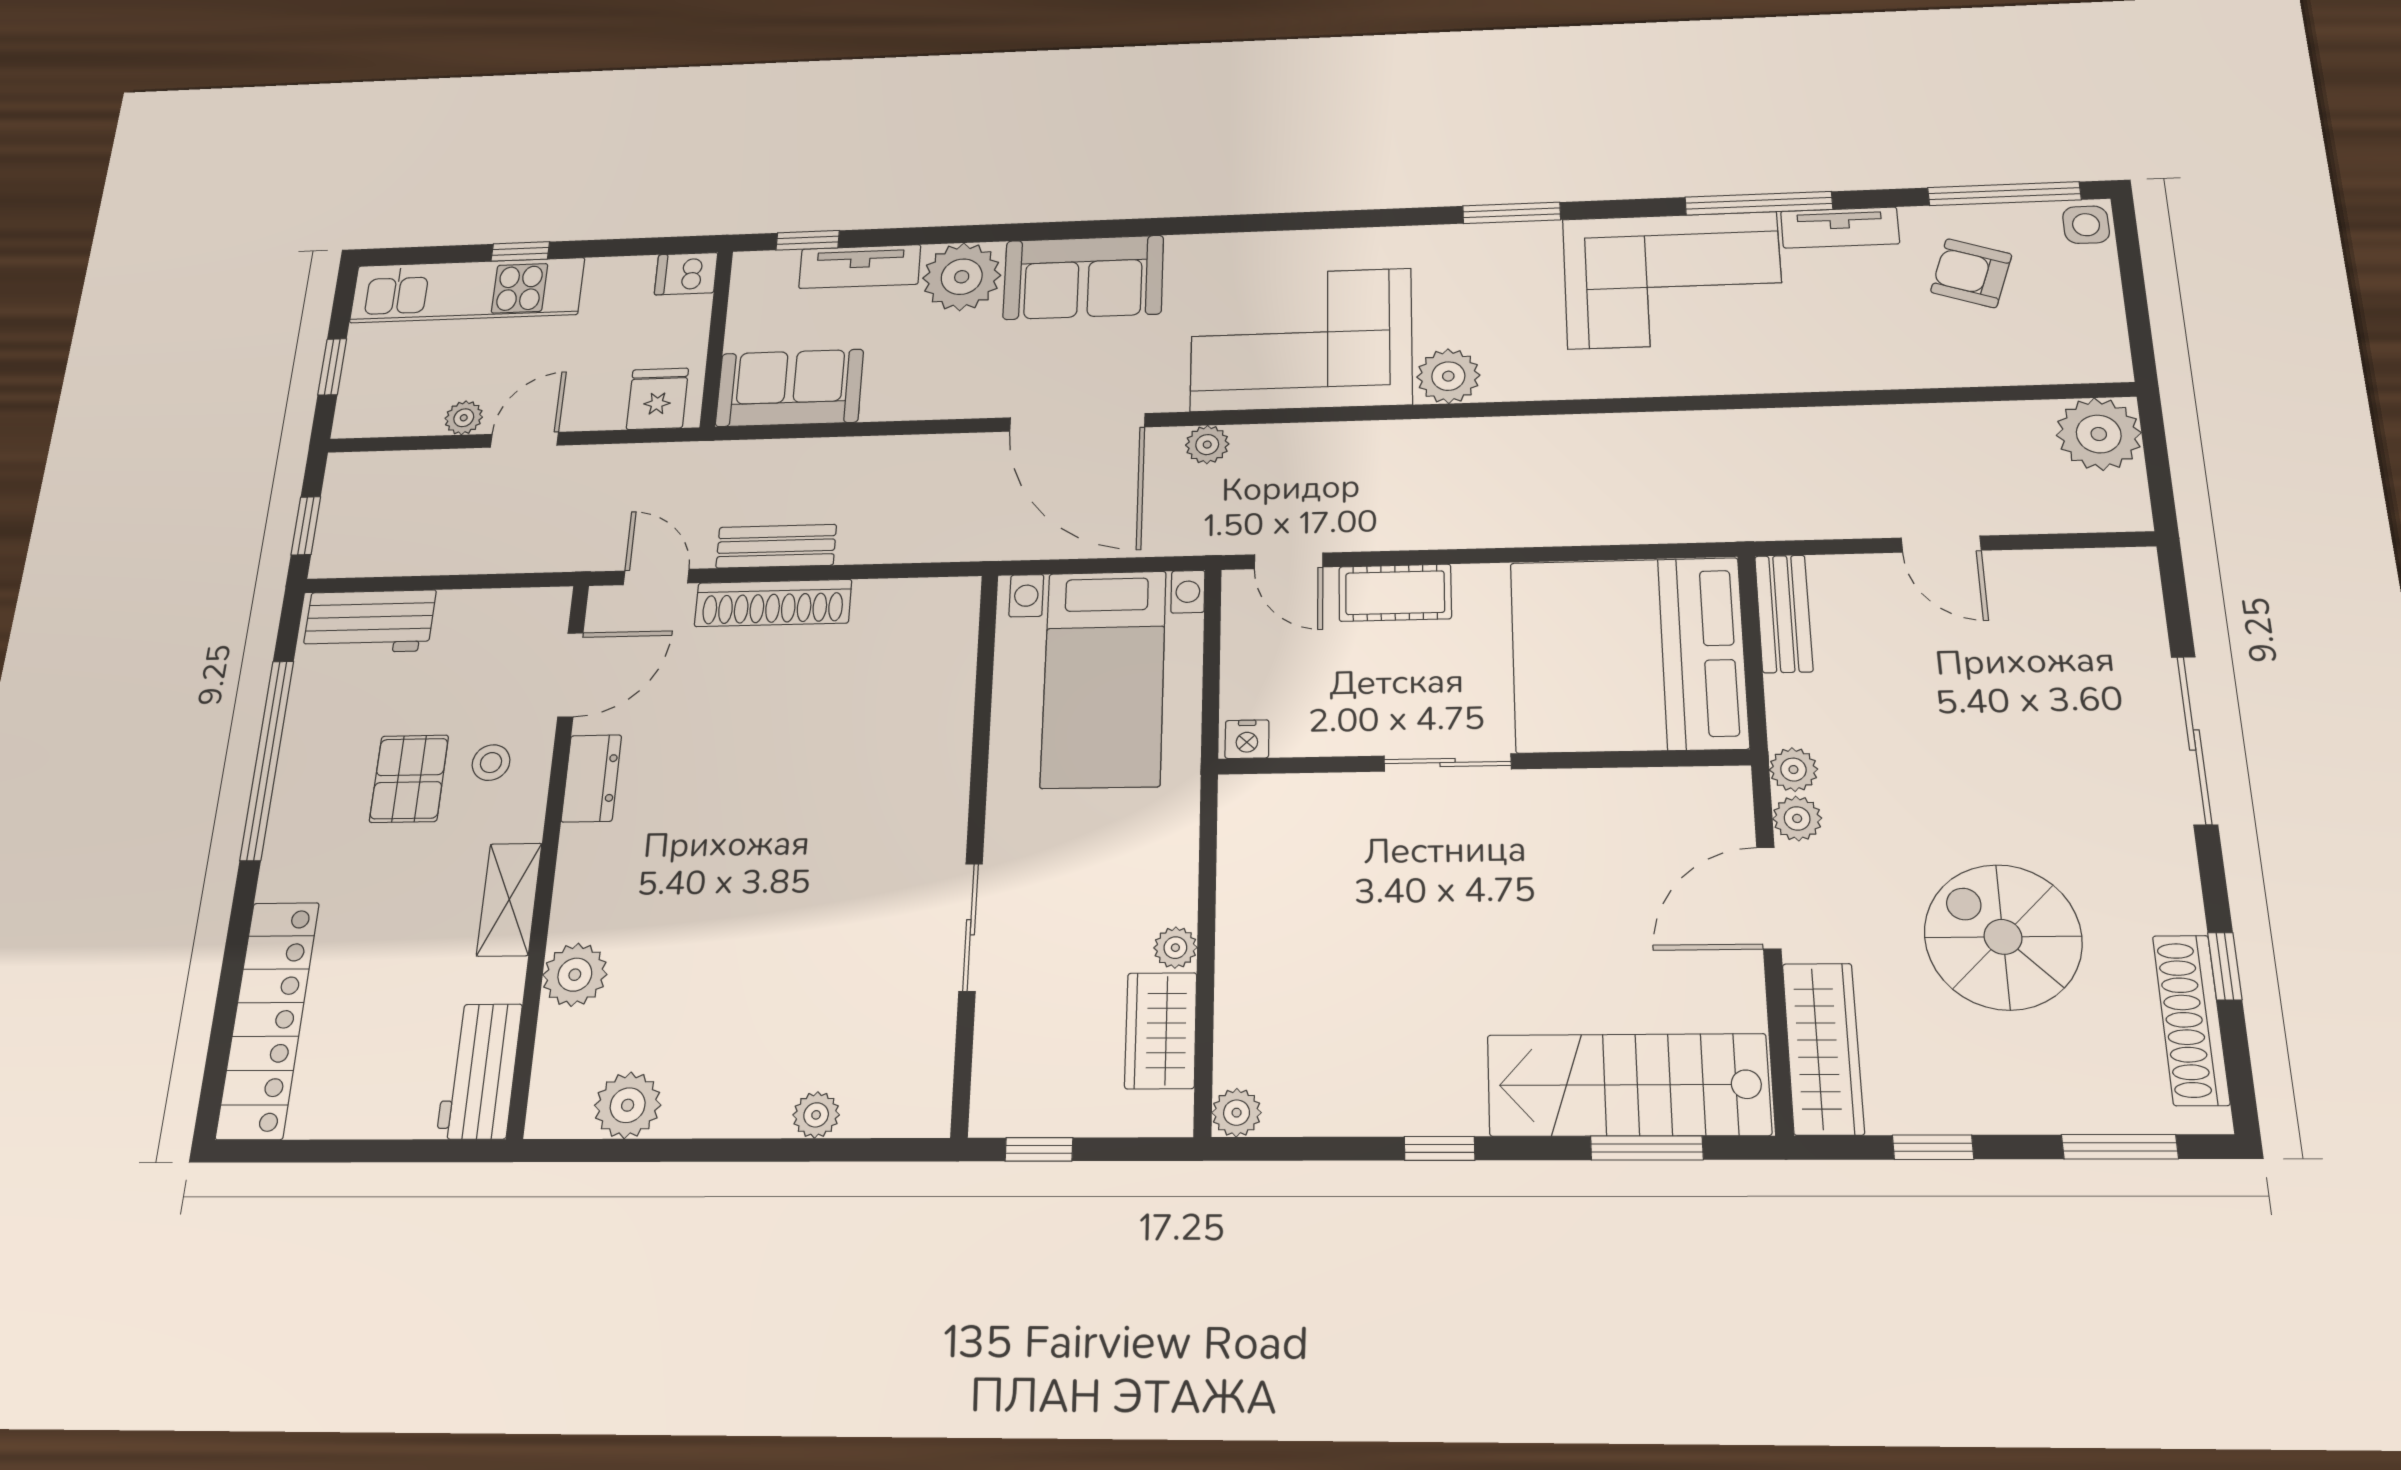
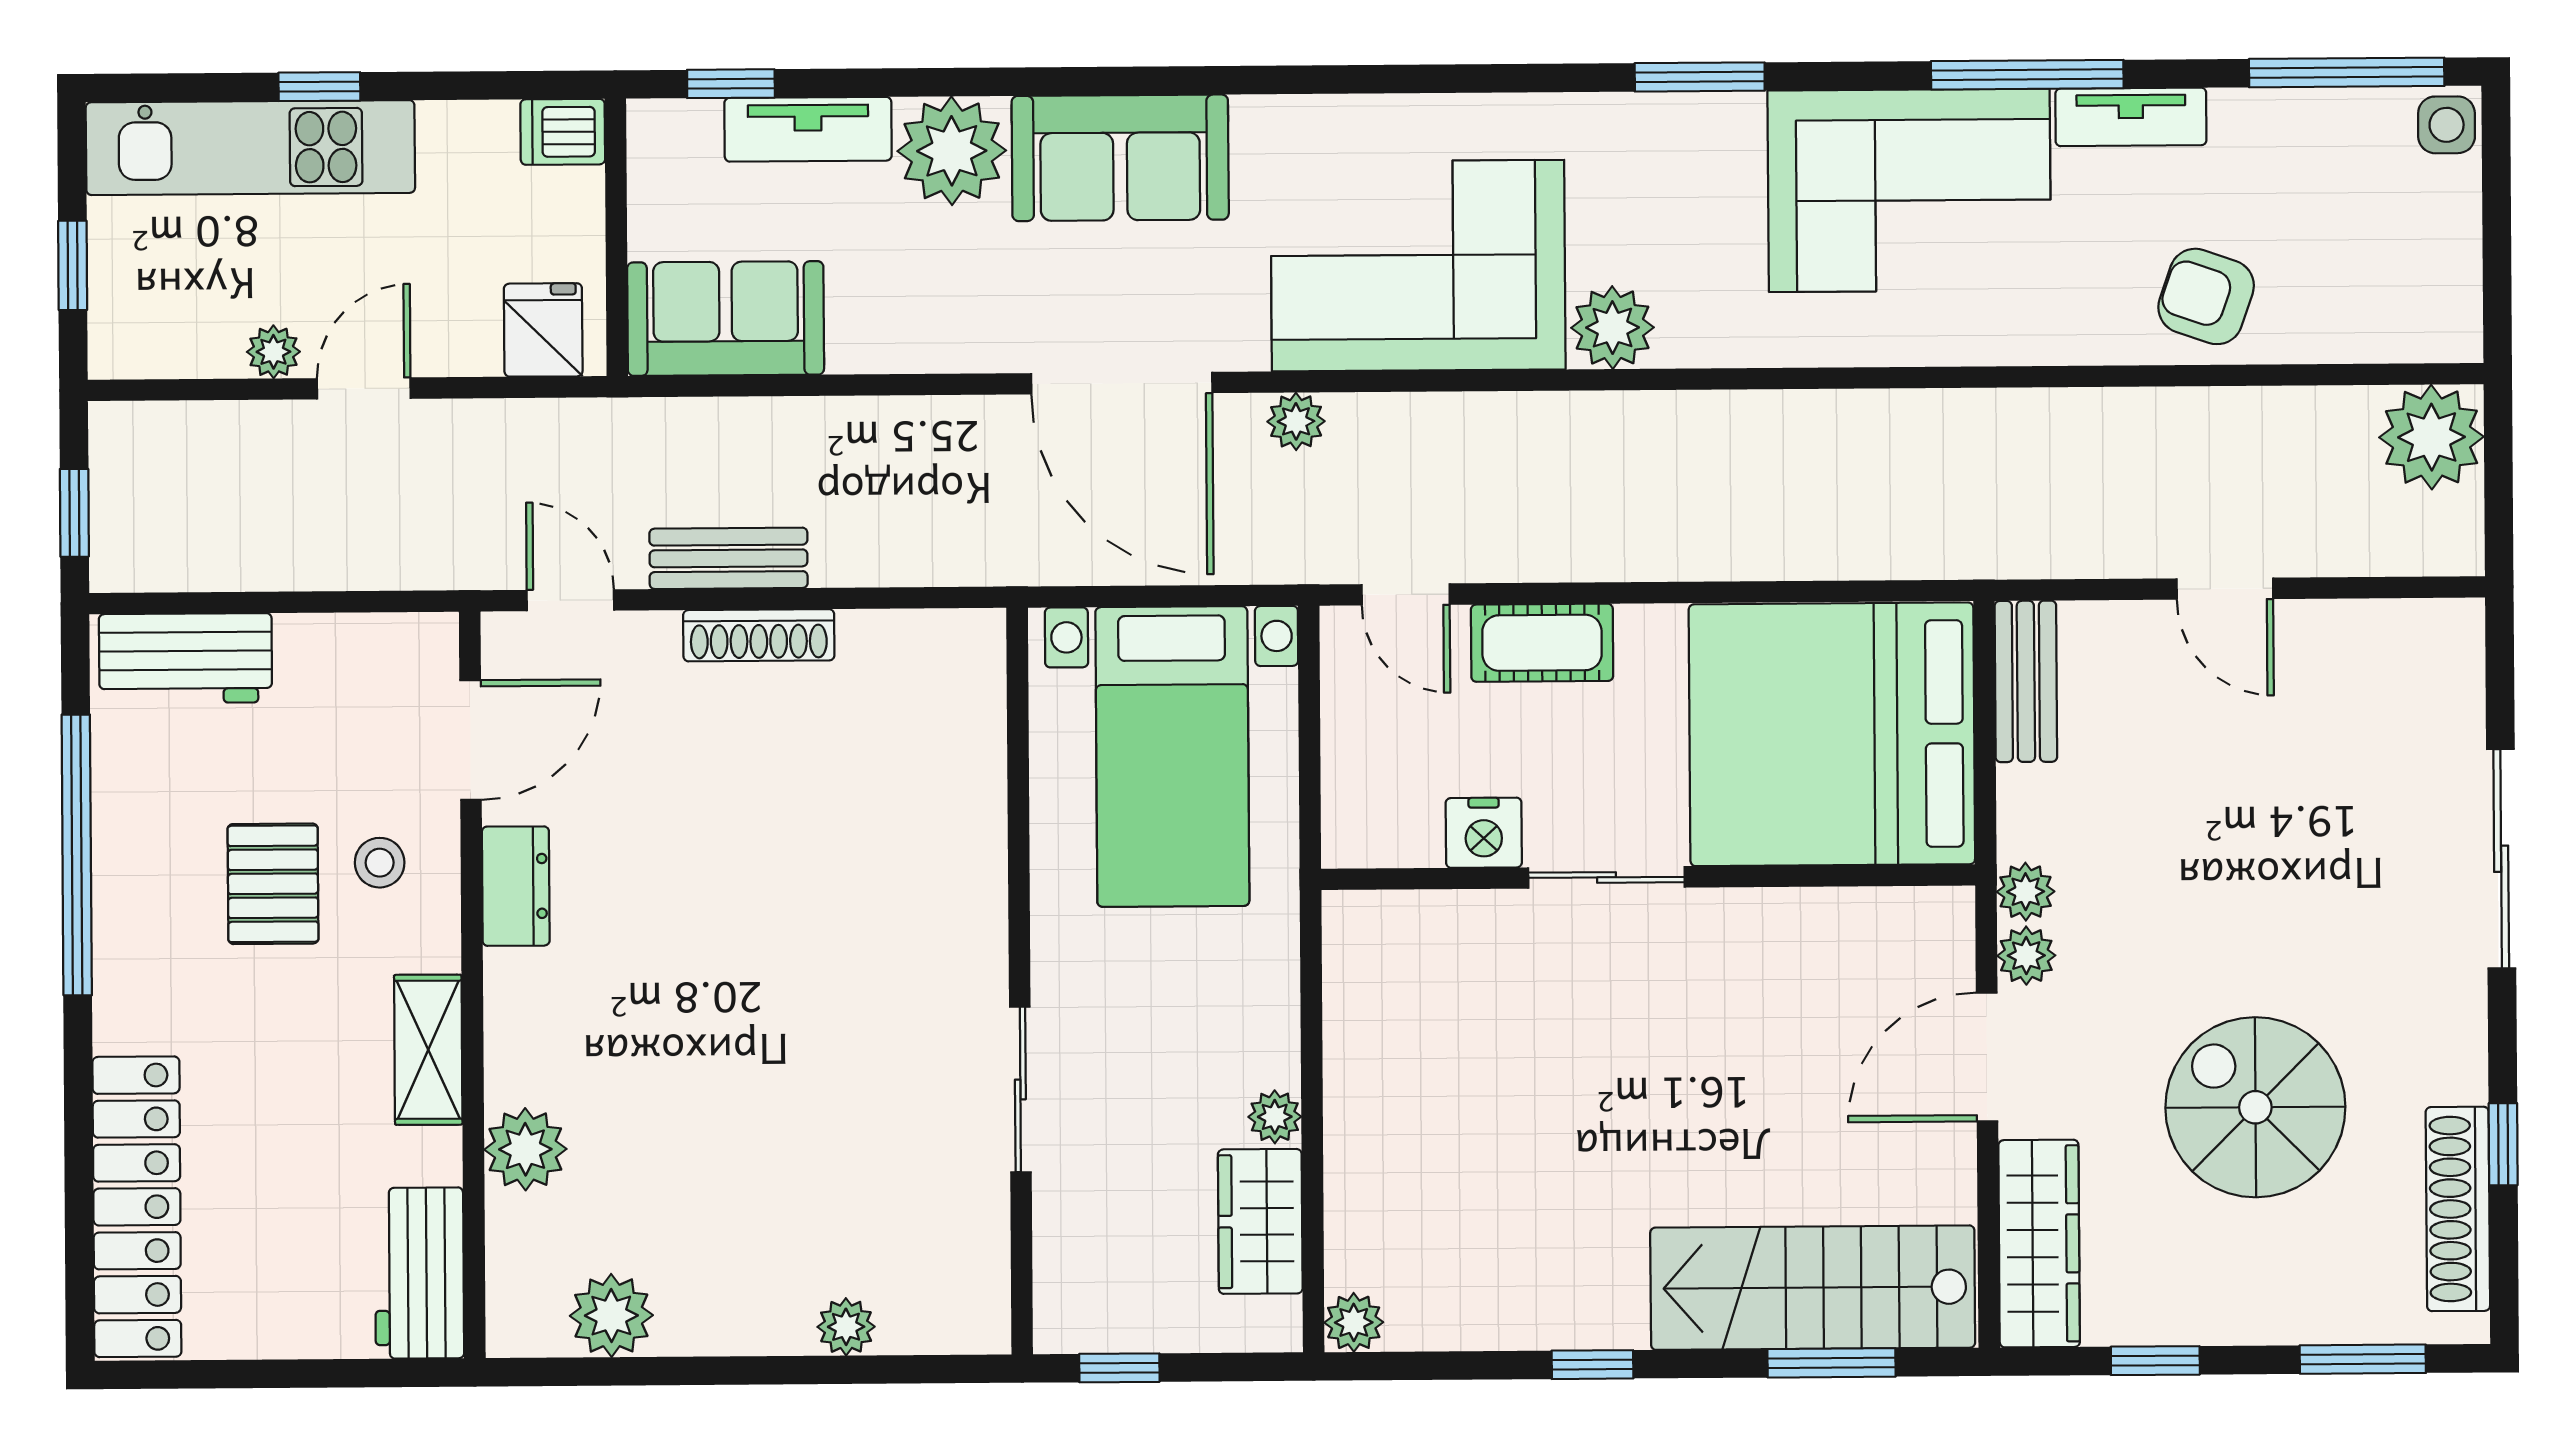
armchair: (1971, 273) -> (2206, 296), moved
shoe rack: (773, 603) -> (759, 635), width x0.74, depth x0.81
nightstand: (1247, 739) -> (1484, 833), moved, width x1.39, depth x1.35

